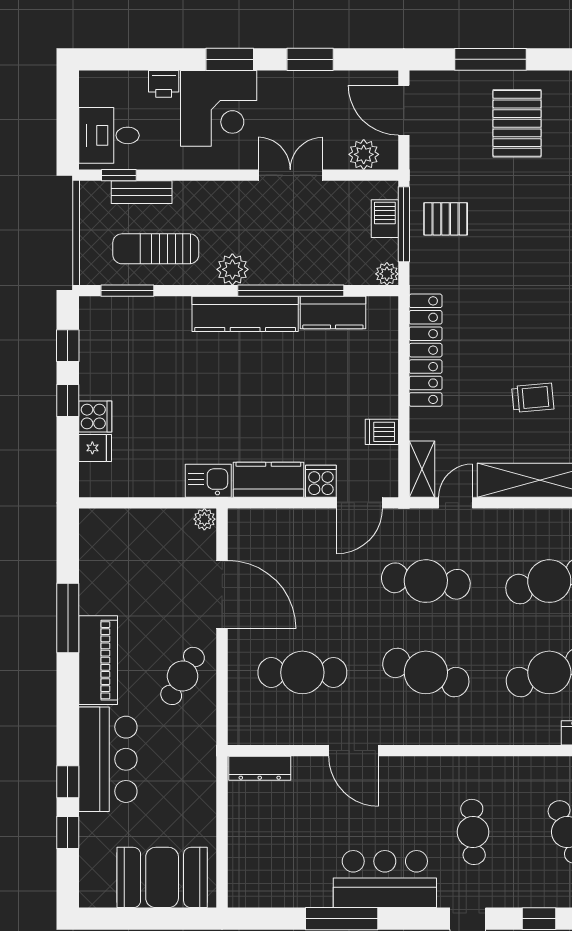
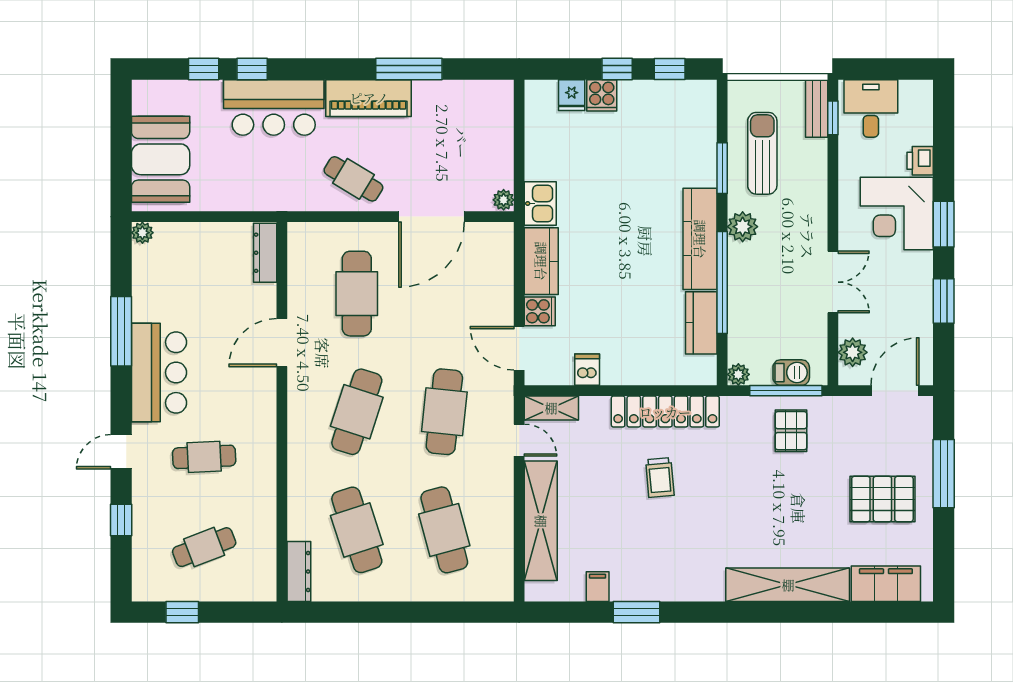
bench: (142, 192) -> (817, 108), moved
window: (127, 291) -> (722, 168), moved
trolley: (533, 398) -> (660, 477), moved
plant: (239, 896) -> (142, 233), added

